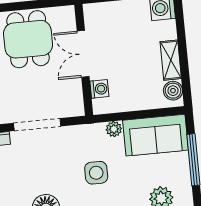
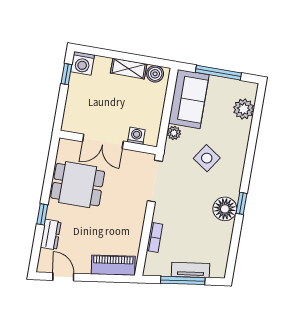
doorway: (37, 125) -> (155, 181), moved
side table: (96, 173) -> (207, 158), turned 34

